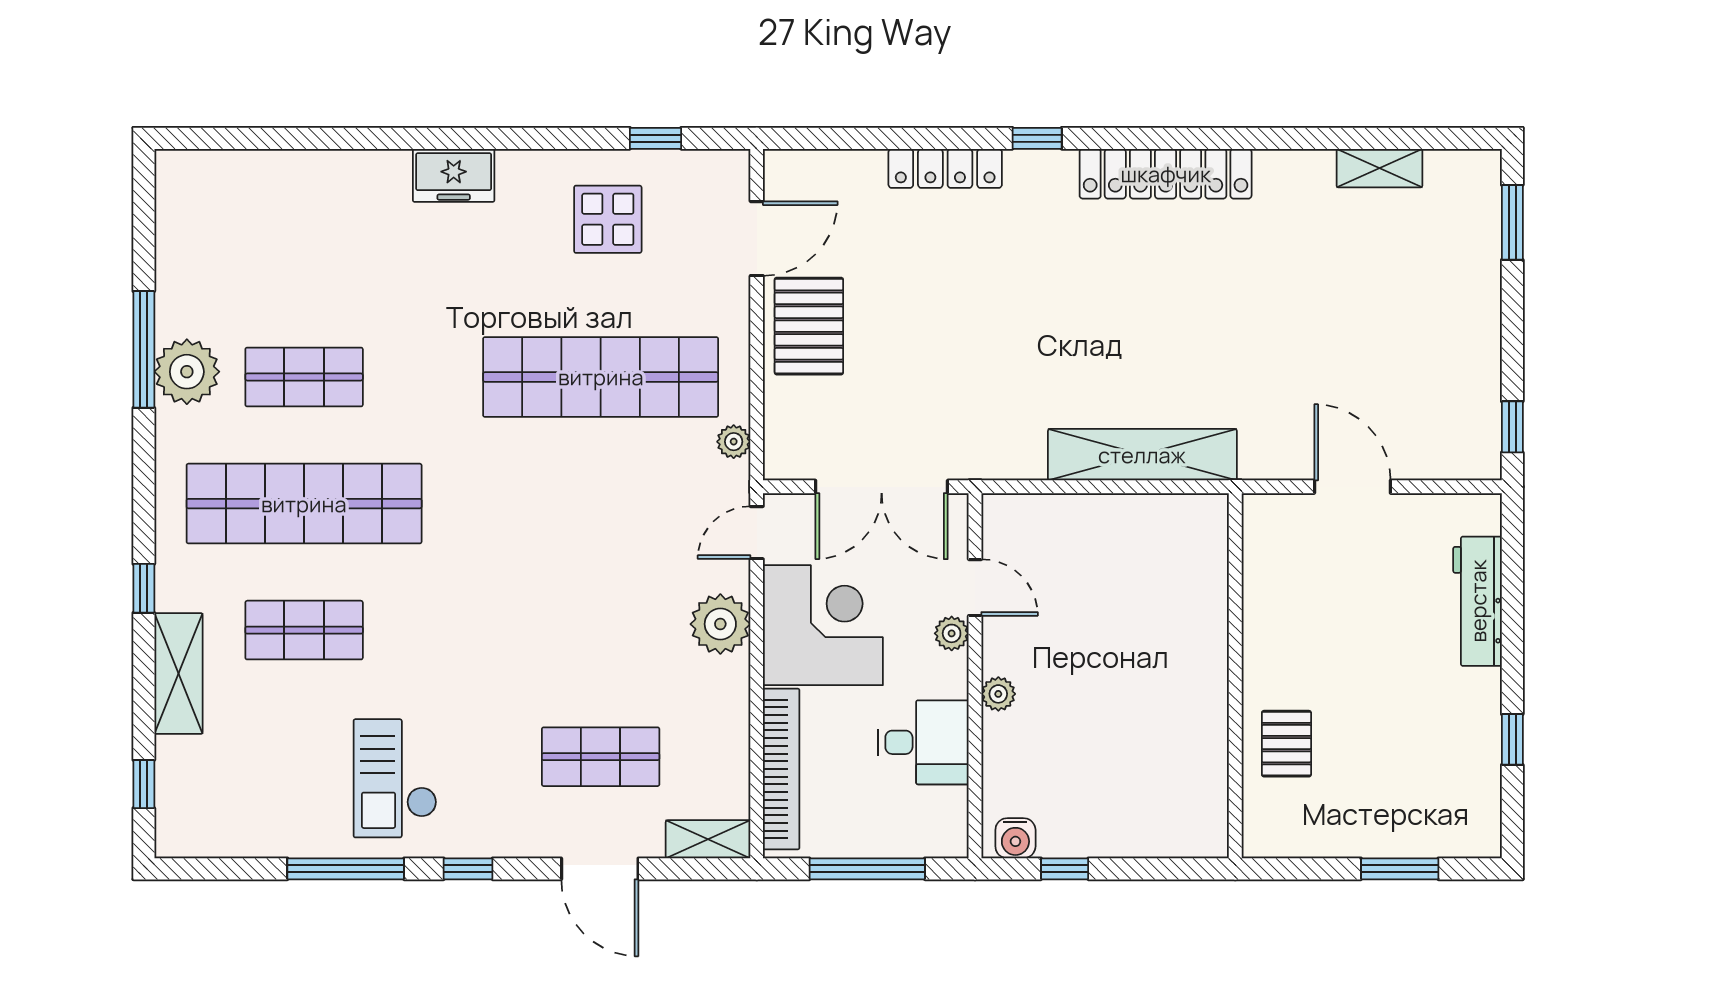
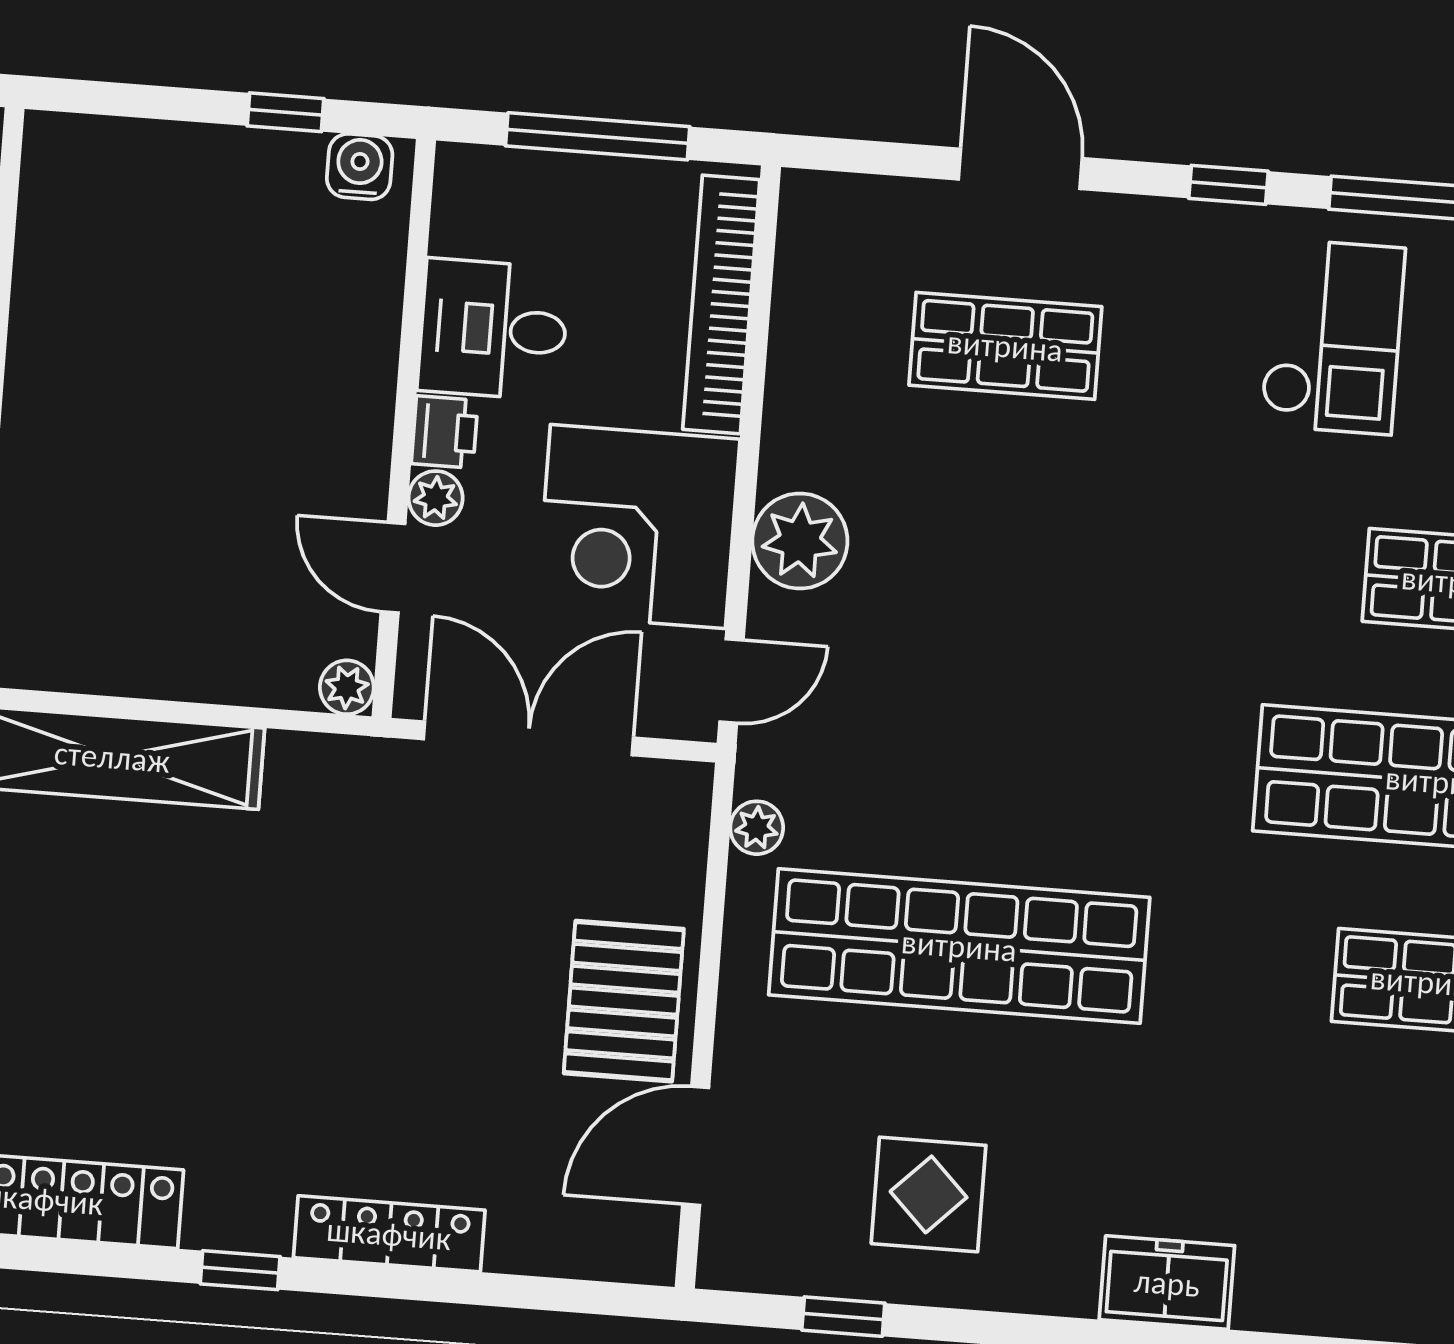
printer: (949, 675) -> (445, 432), added
plant: (998, 694) -> (347, 687), moved
shelving: (708, 839) -> (846, 202), removed

